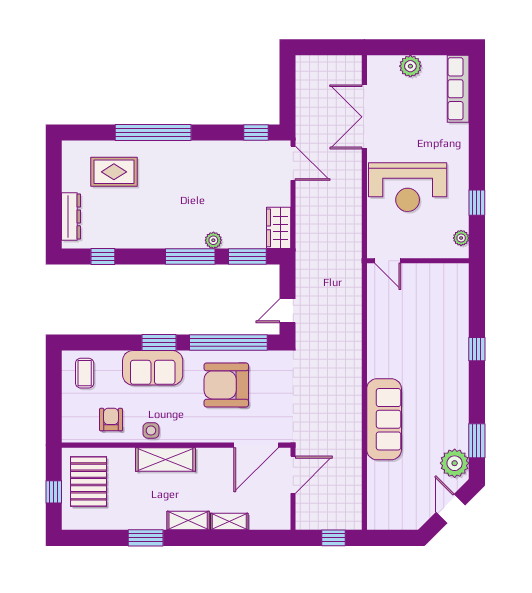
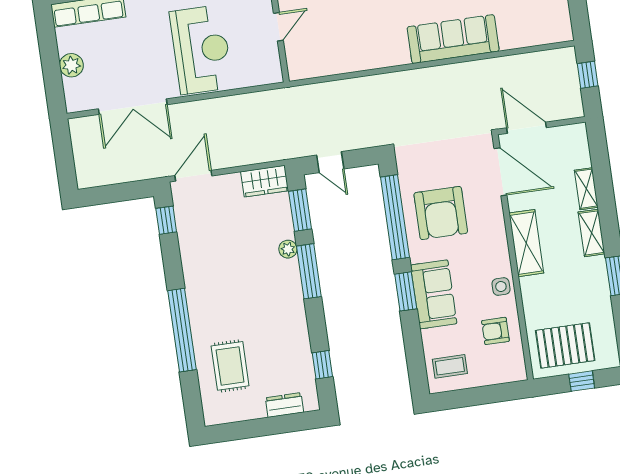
dresser: (71, 216) -> (284, 405), width x0.70
door: (388, 261) -> (278, 27), moved
door: (288, 311) -> (330, 162), moved
shelving: (165, 459) -> (526, 243), moved

